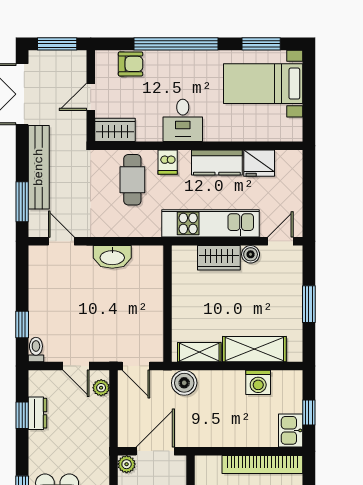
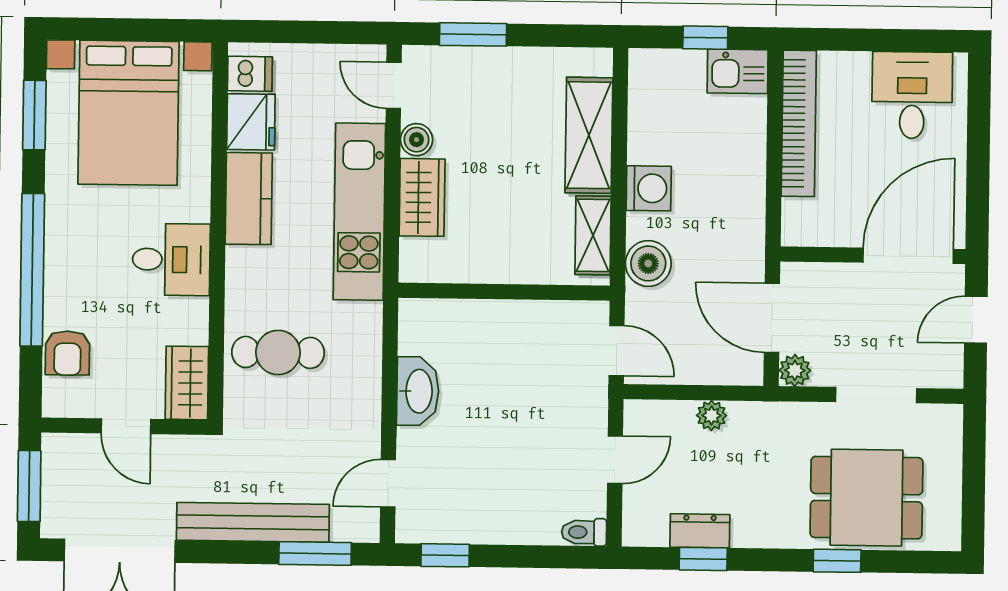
armchair: (131, 64) -> (67, 353), turned 180
bed with nightstands: (263, 84) -> (128, 113), width x1.36
dishwasher: (168, 162) -> (250, 74), moved
window: (309, 304) -> (473, 34), moved
window: (22, 325) -> (445, 555), moved
door: (136, 366) -> (617, 351), hinge flipped
washing machine: (258, 382) -> (649, 188), moved
plant: (101, 388) -> (712, 416), moved

